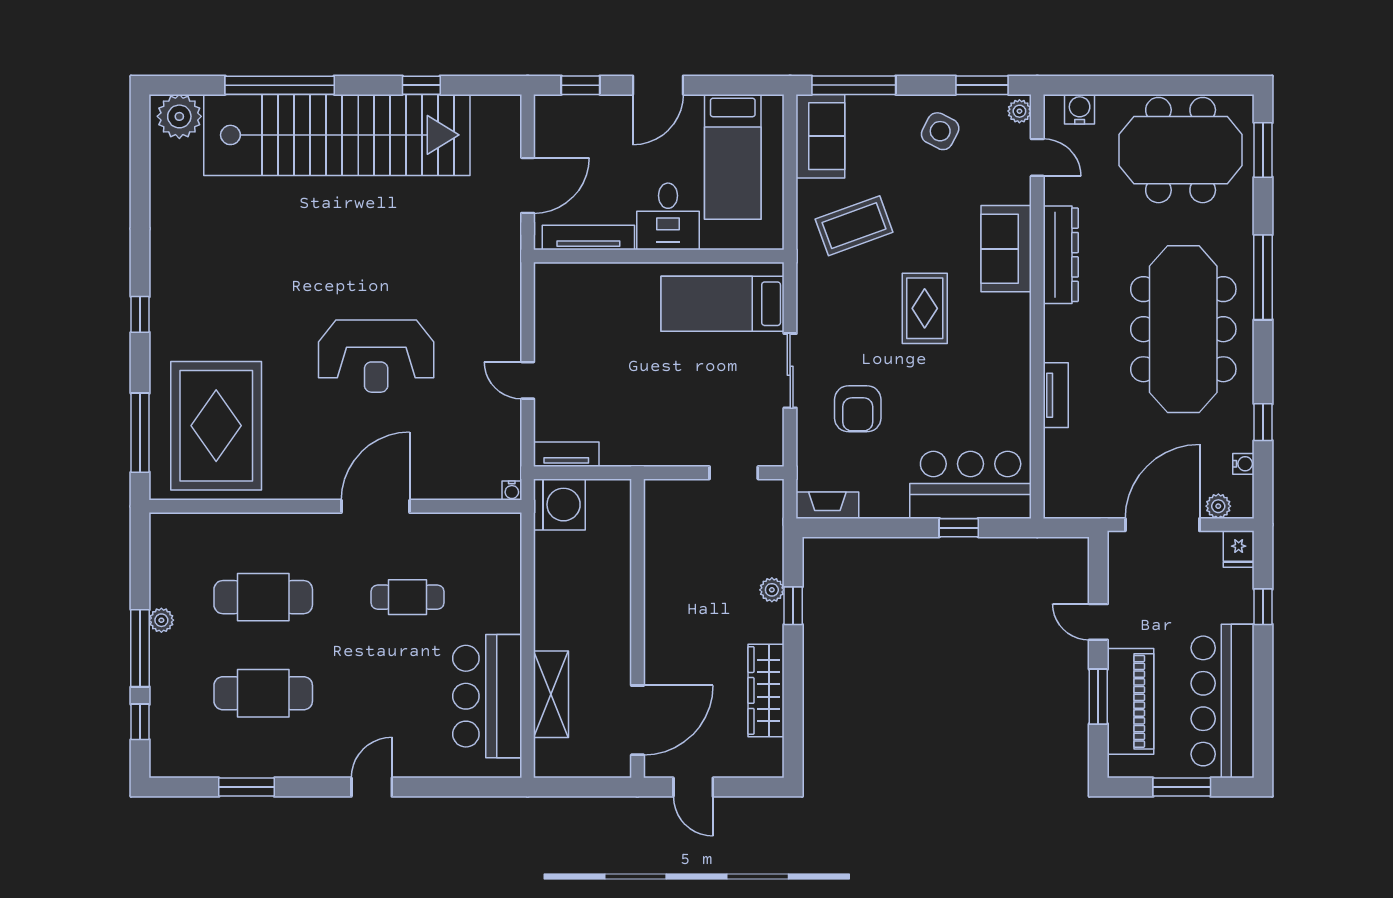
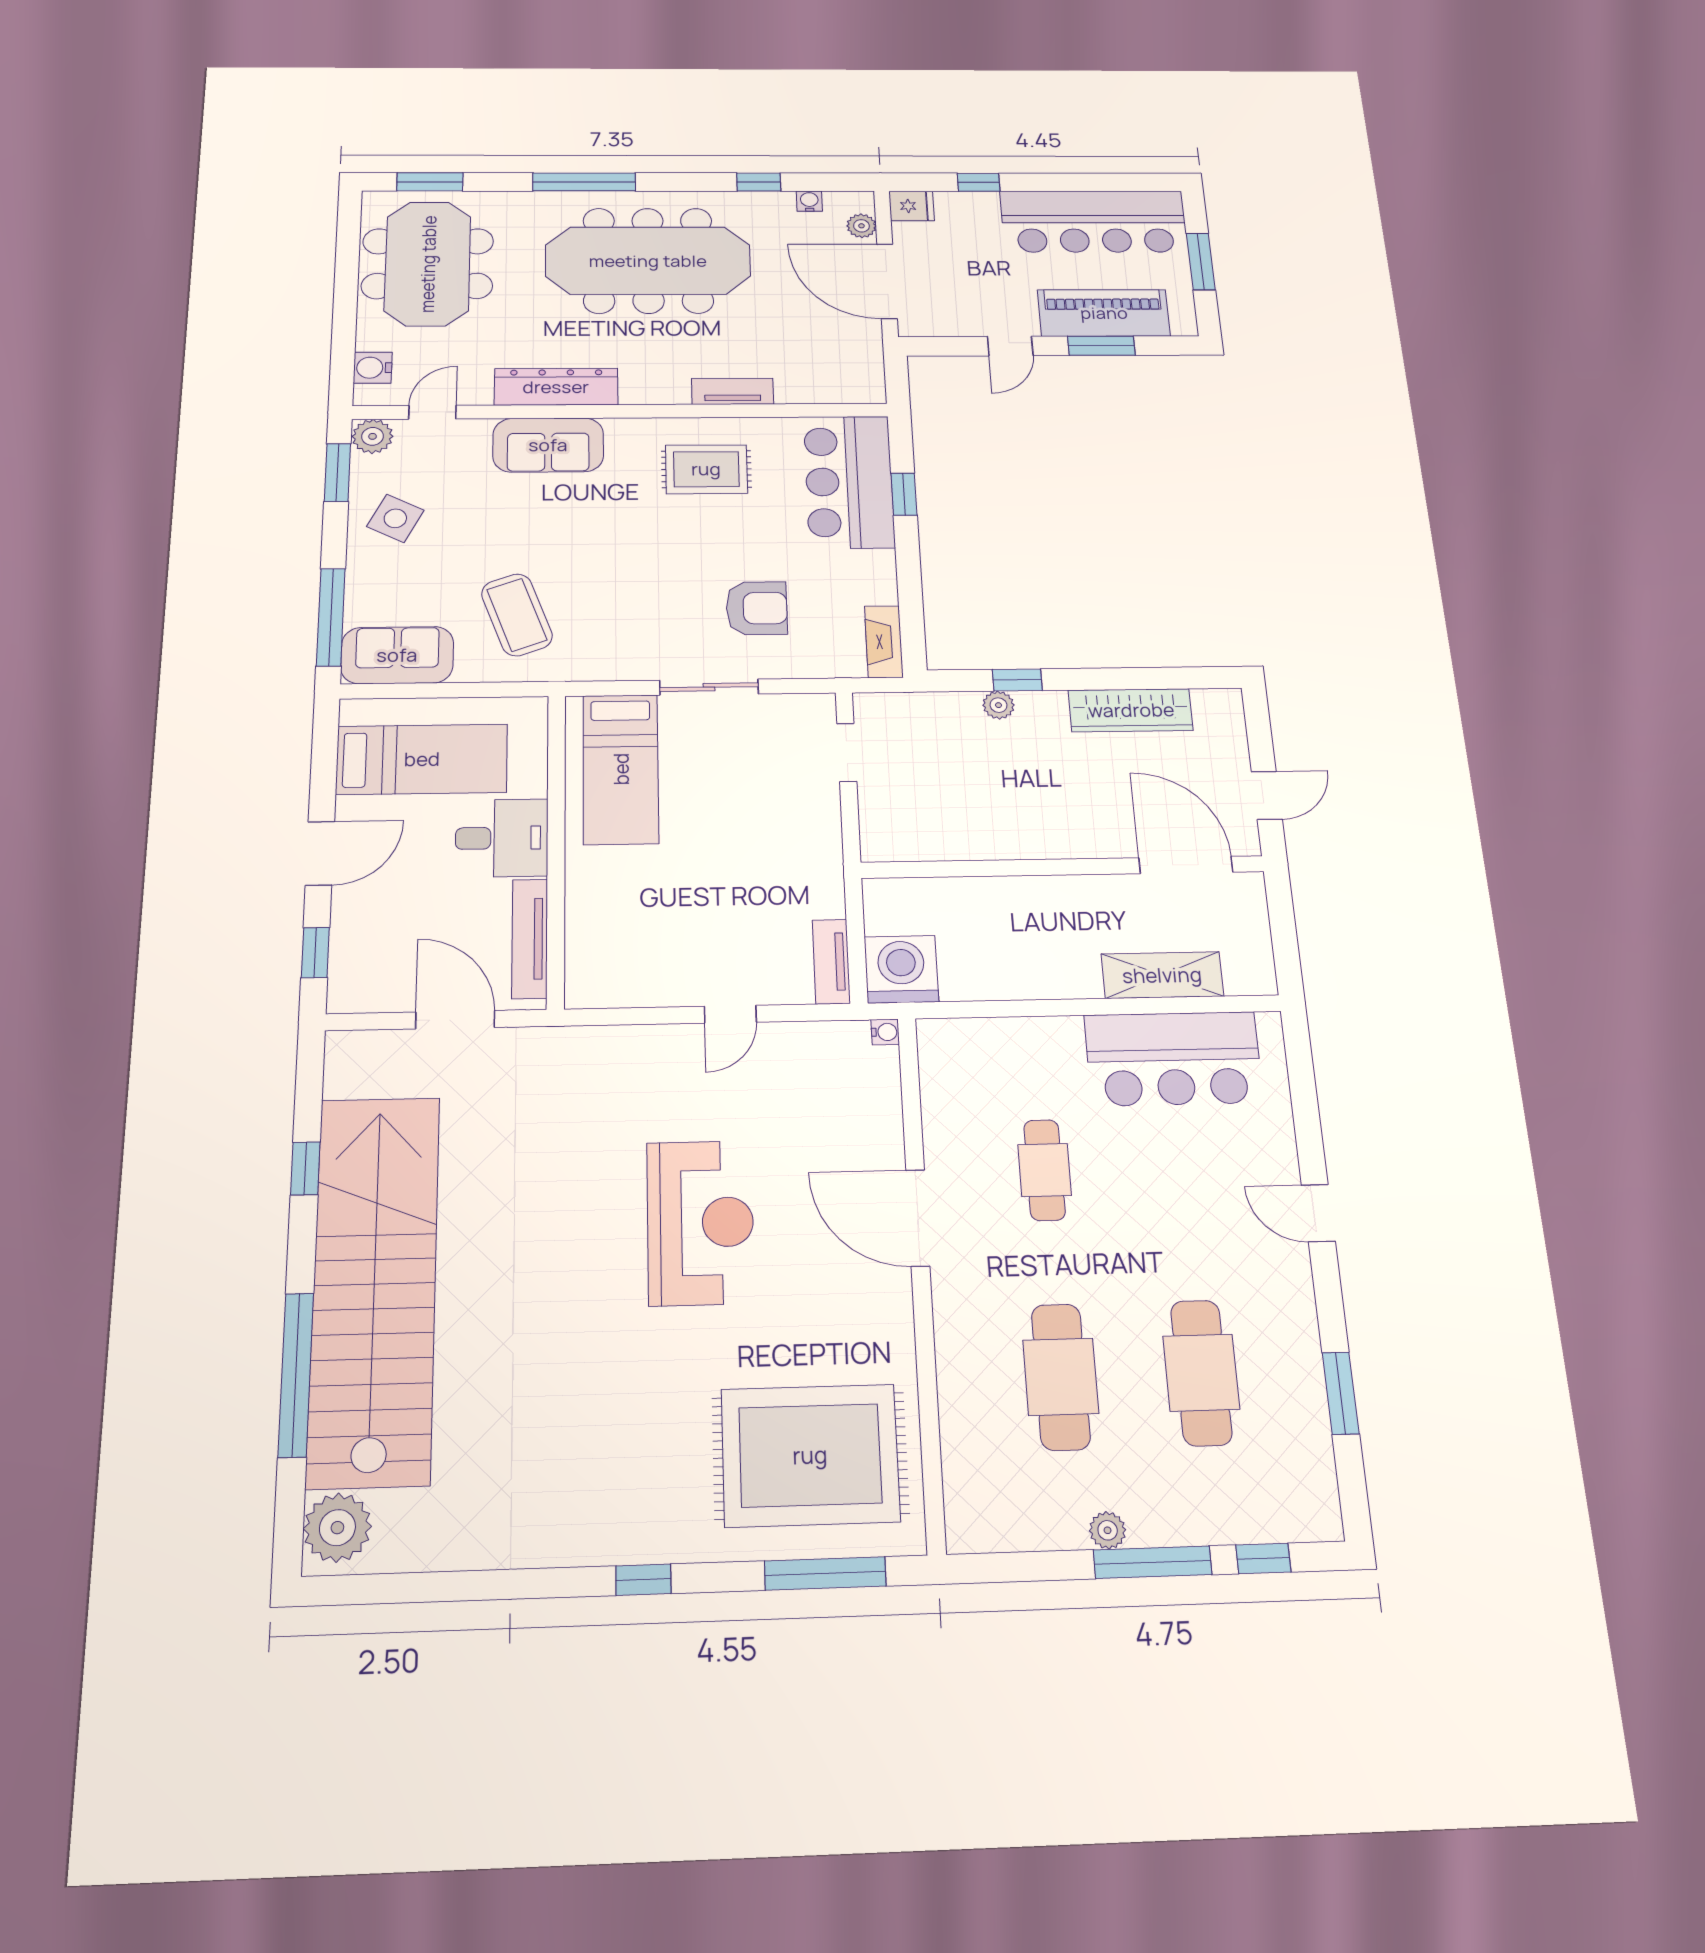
door: (658, 85) -> (320, 853), hinge flipped
plant: (1019, 111) -> (373, 436), width x1.38, depth x1.38
rug: (925, 308) -> (706, 469), moved

